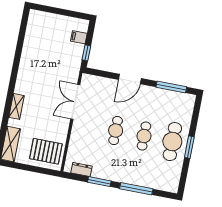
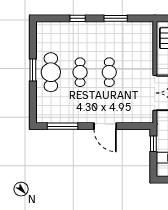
door: (130, 79) -> (105, 126), swing flipped
dresser: (81, 169) -> (136, 27), removed
window: (136, 189) -> (78, 18), width x0.46

